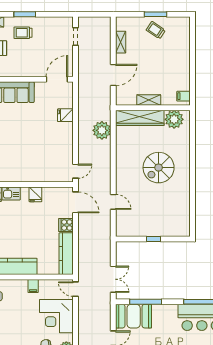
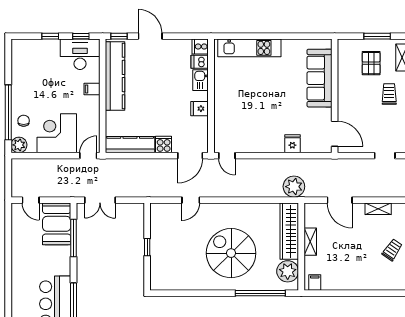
plant: (102, 130) -> (294, 187), moved
window: (193, 143) -> (260, 293), added
spiral stairs: (159, 168) -> (231, 253), width x1.37, depth x1.37
filing cabinet: (33, 286) -> (92, 89), moved

